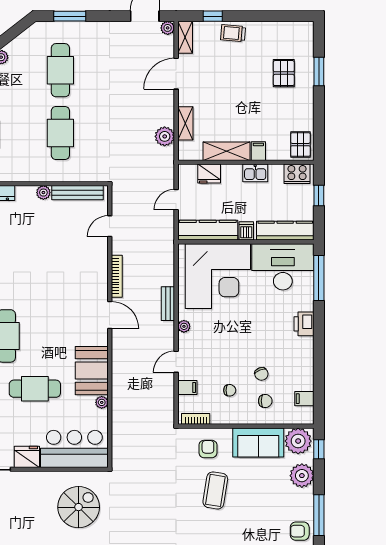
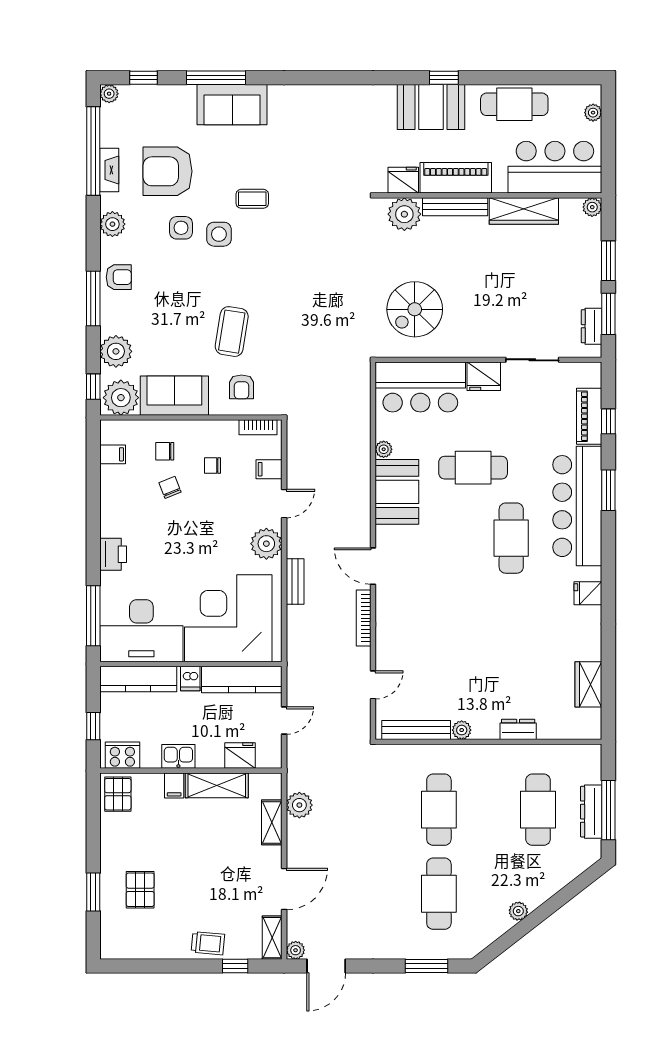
plant: (184, 326) -> (266, 544), width x1.88, depth x1.88

